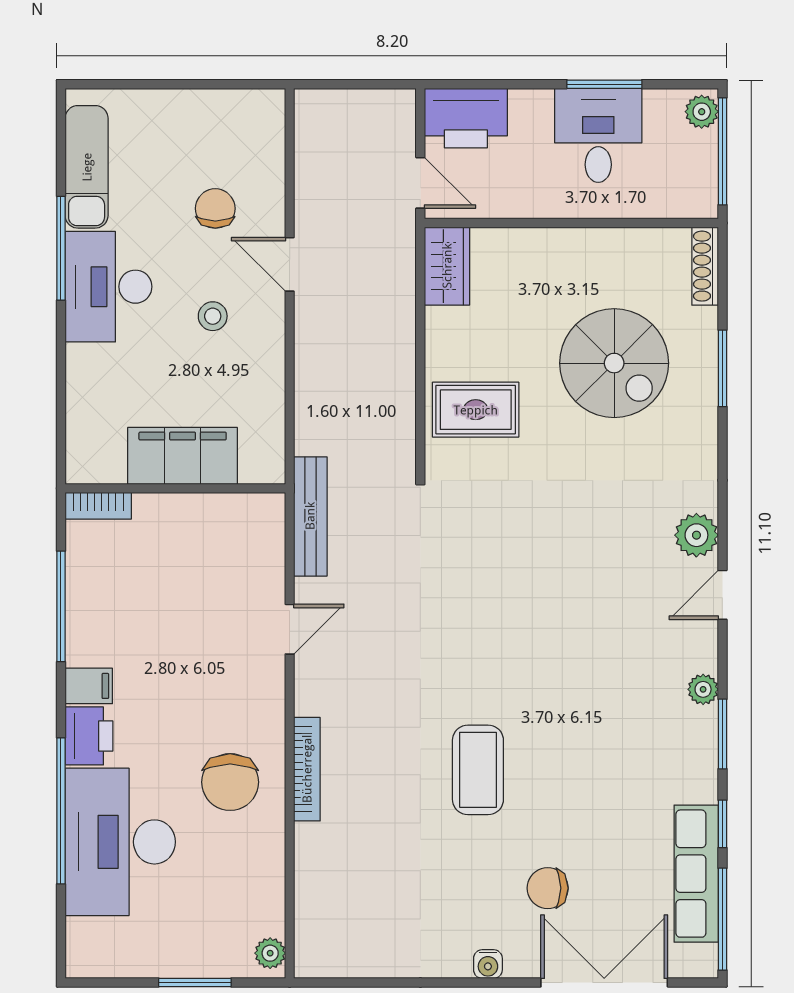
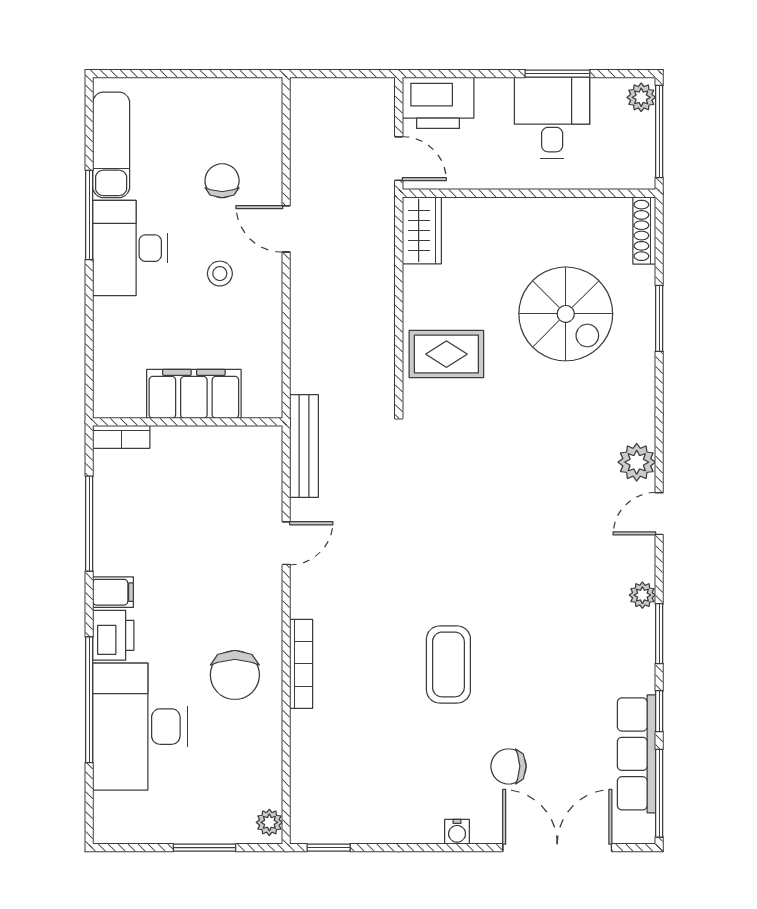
window: (339, 982) -> (329, 848), added

